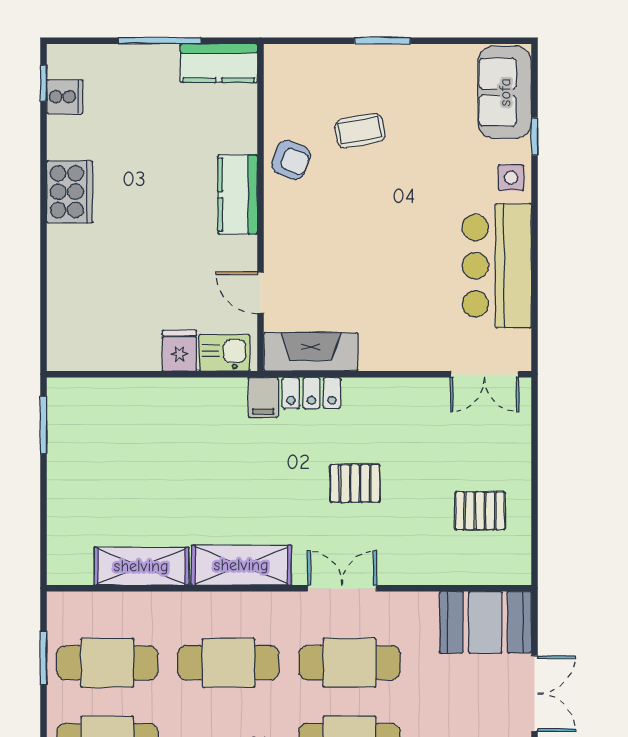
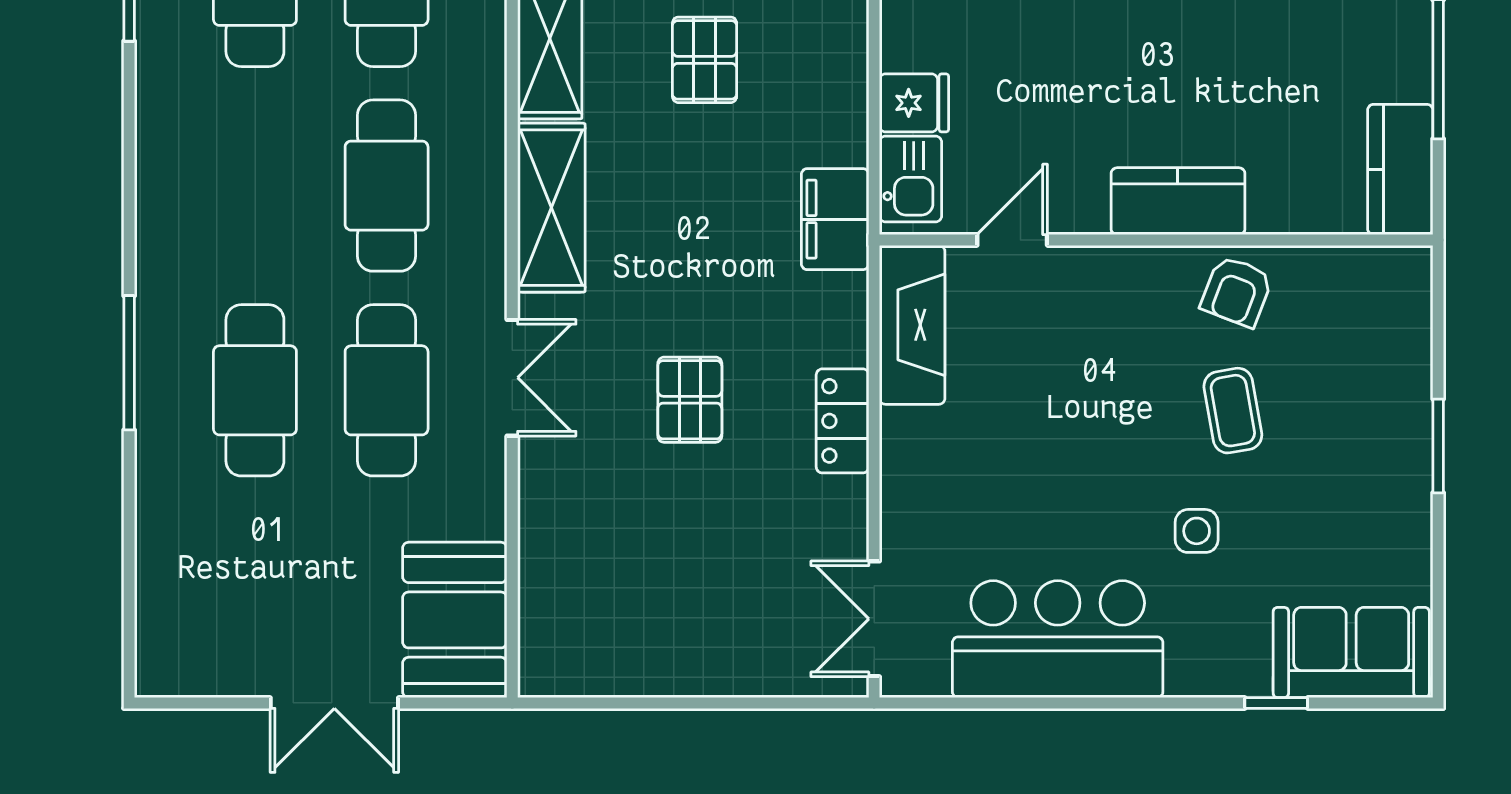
coffee table: (360, 131) -> (1233, 411), moved
side table: (511, 178) -> (1197, 531), moved
locker: (311, 393) -> (843, 421), moved
filing cabinet: (263, 397) -> (835, 219), width x2.00
pallet: (480, 511) -> (705, 60), moved

